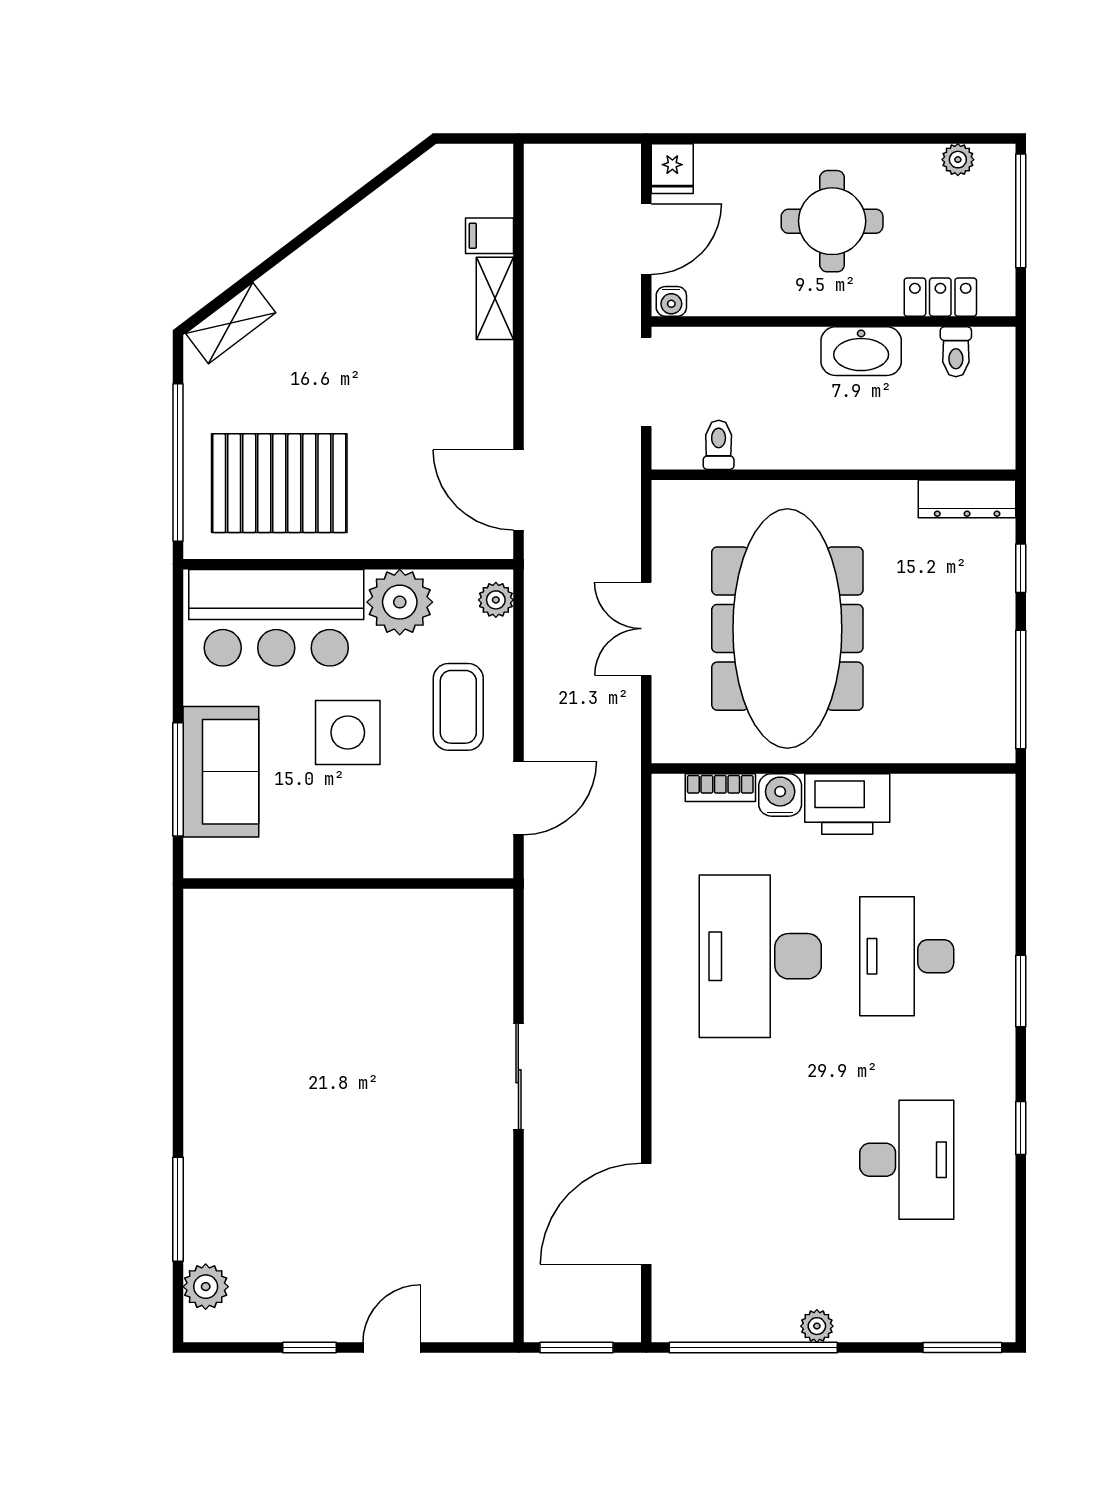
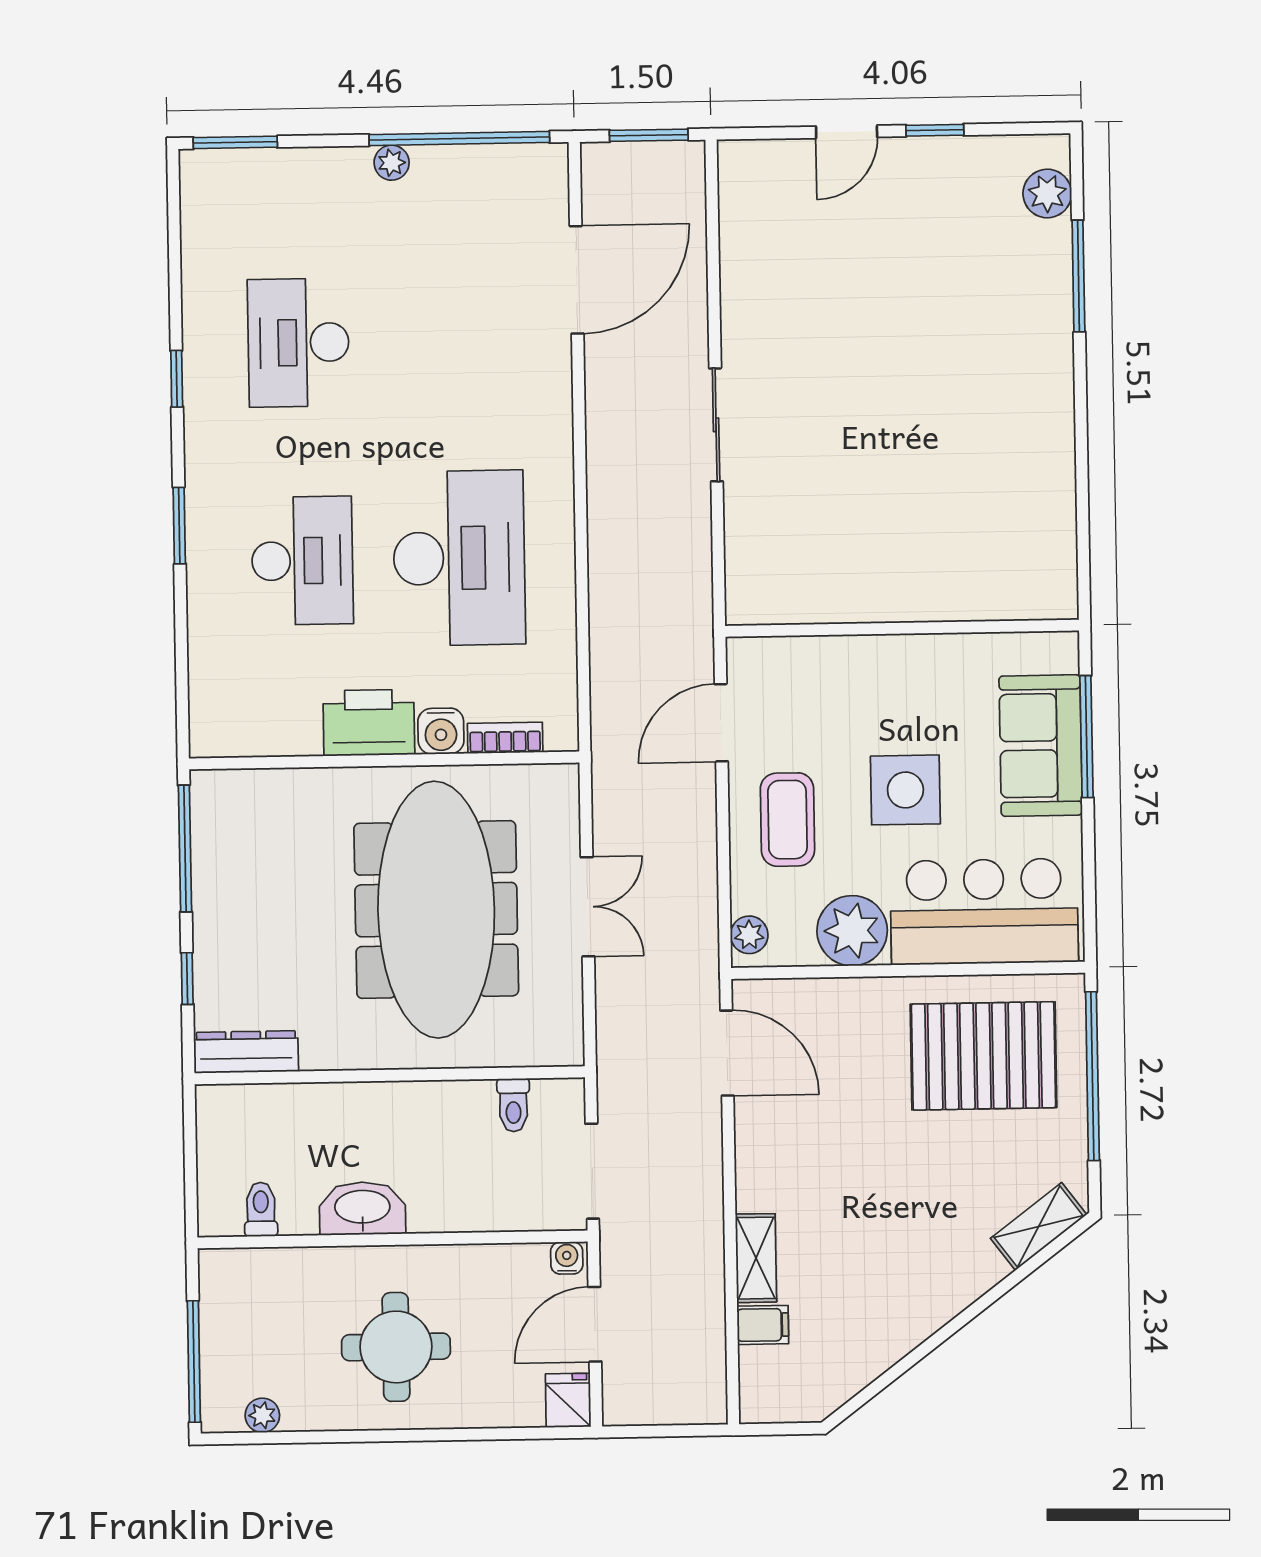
locker: (940, 297) -> (279, 1268), removed

